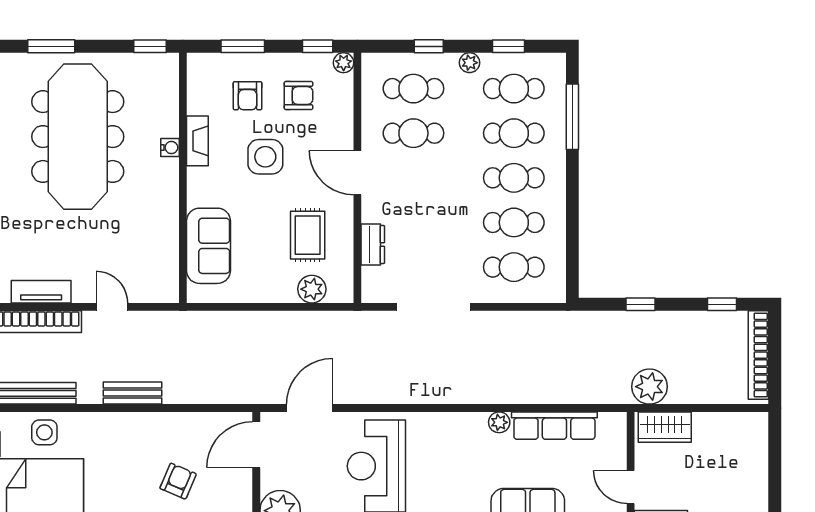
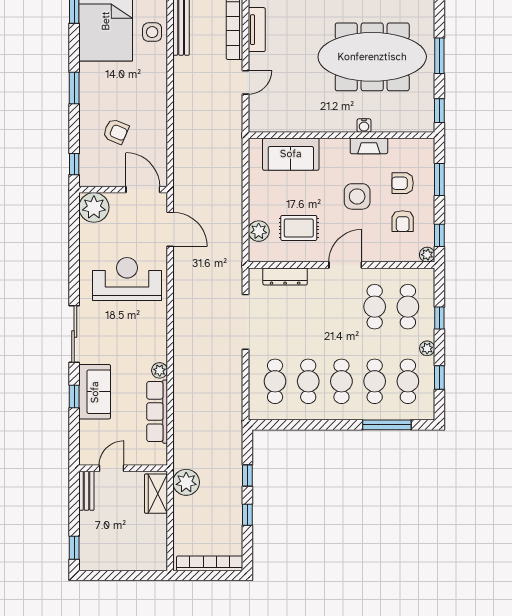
window: (51, 46) -> (439, 56), moved
dresser: (373, 245) -> (285, 276), width x1.44
window: (722, 304) -> (247, 515), moved
bench: (132, 393) -> (181, 98), removed

